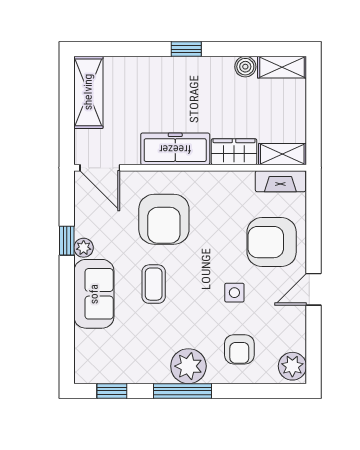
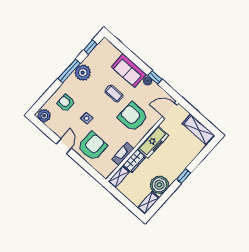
boiler: (245, 67) -> (159, 185), width x1.86, depth x1.86
fireplace: (280, 181) -> (123, 154), moved
plant: (188, 366) -> (83, 73), moved

